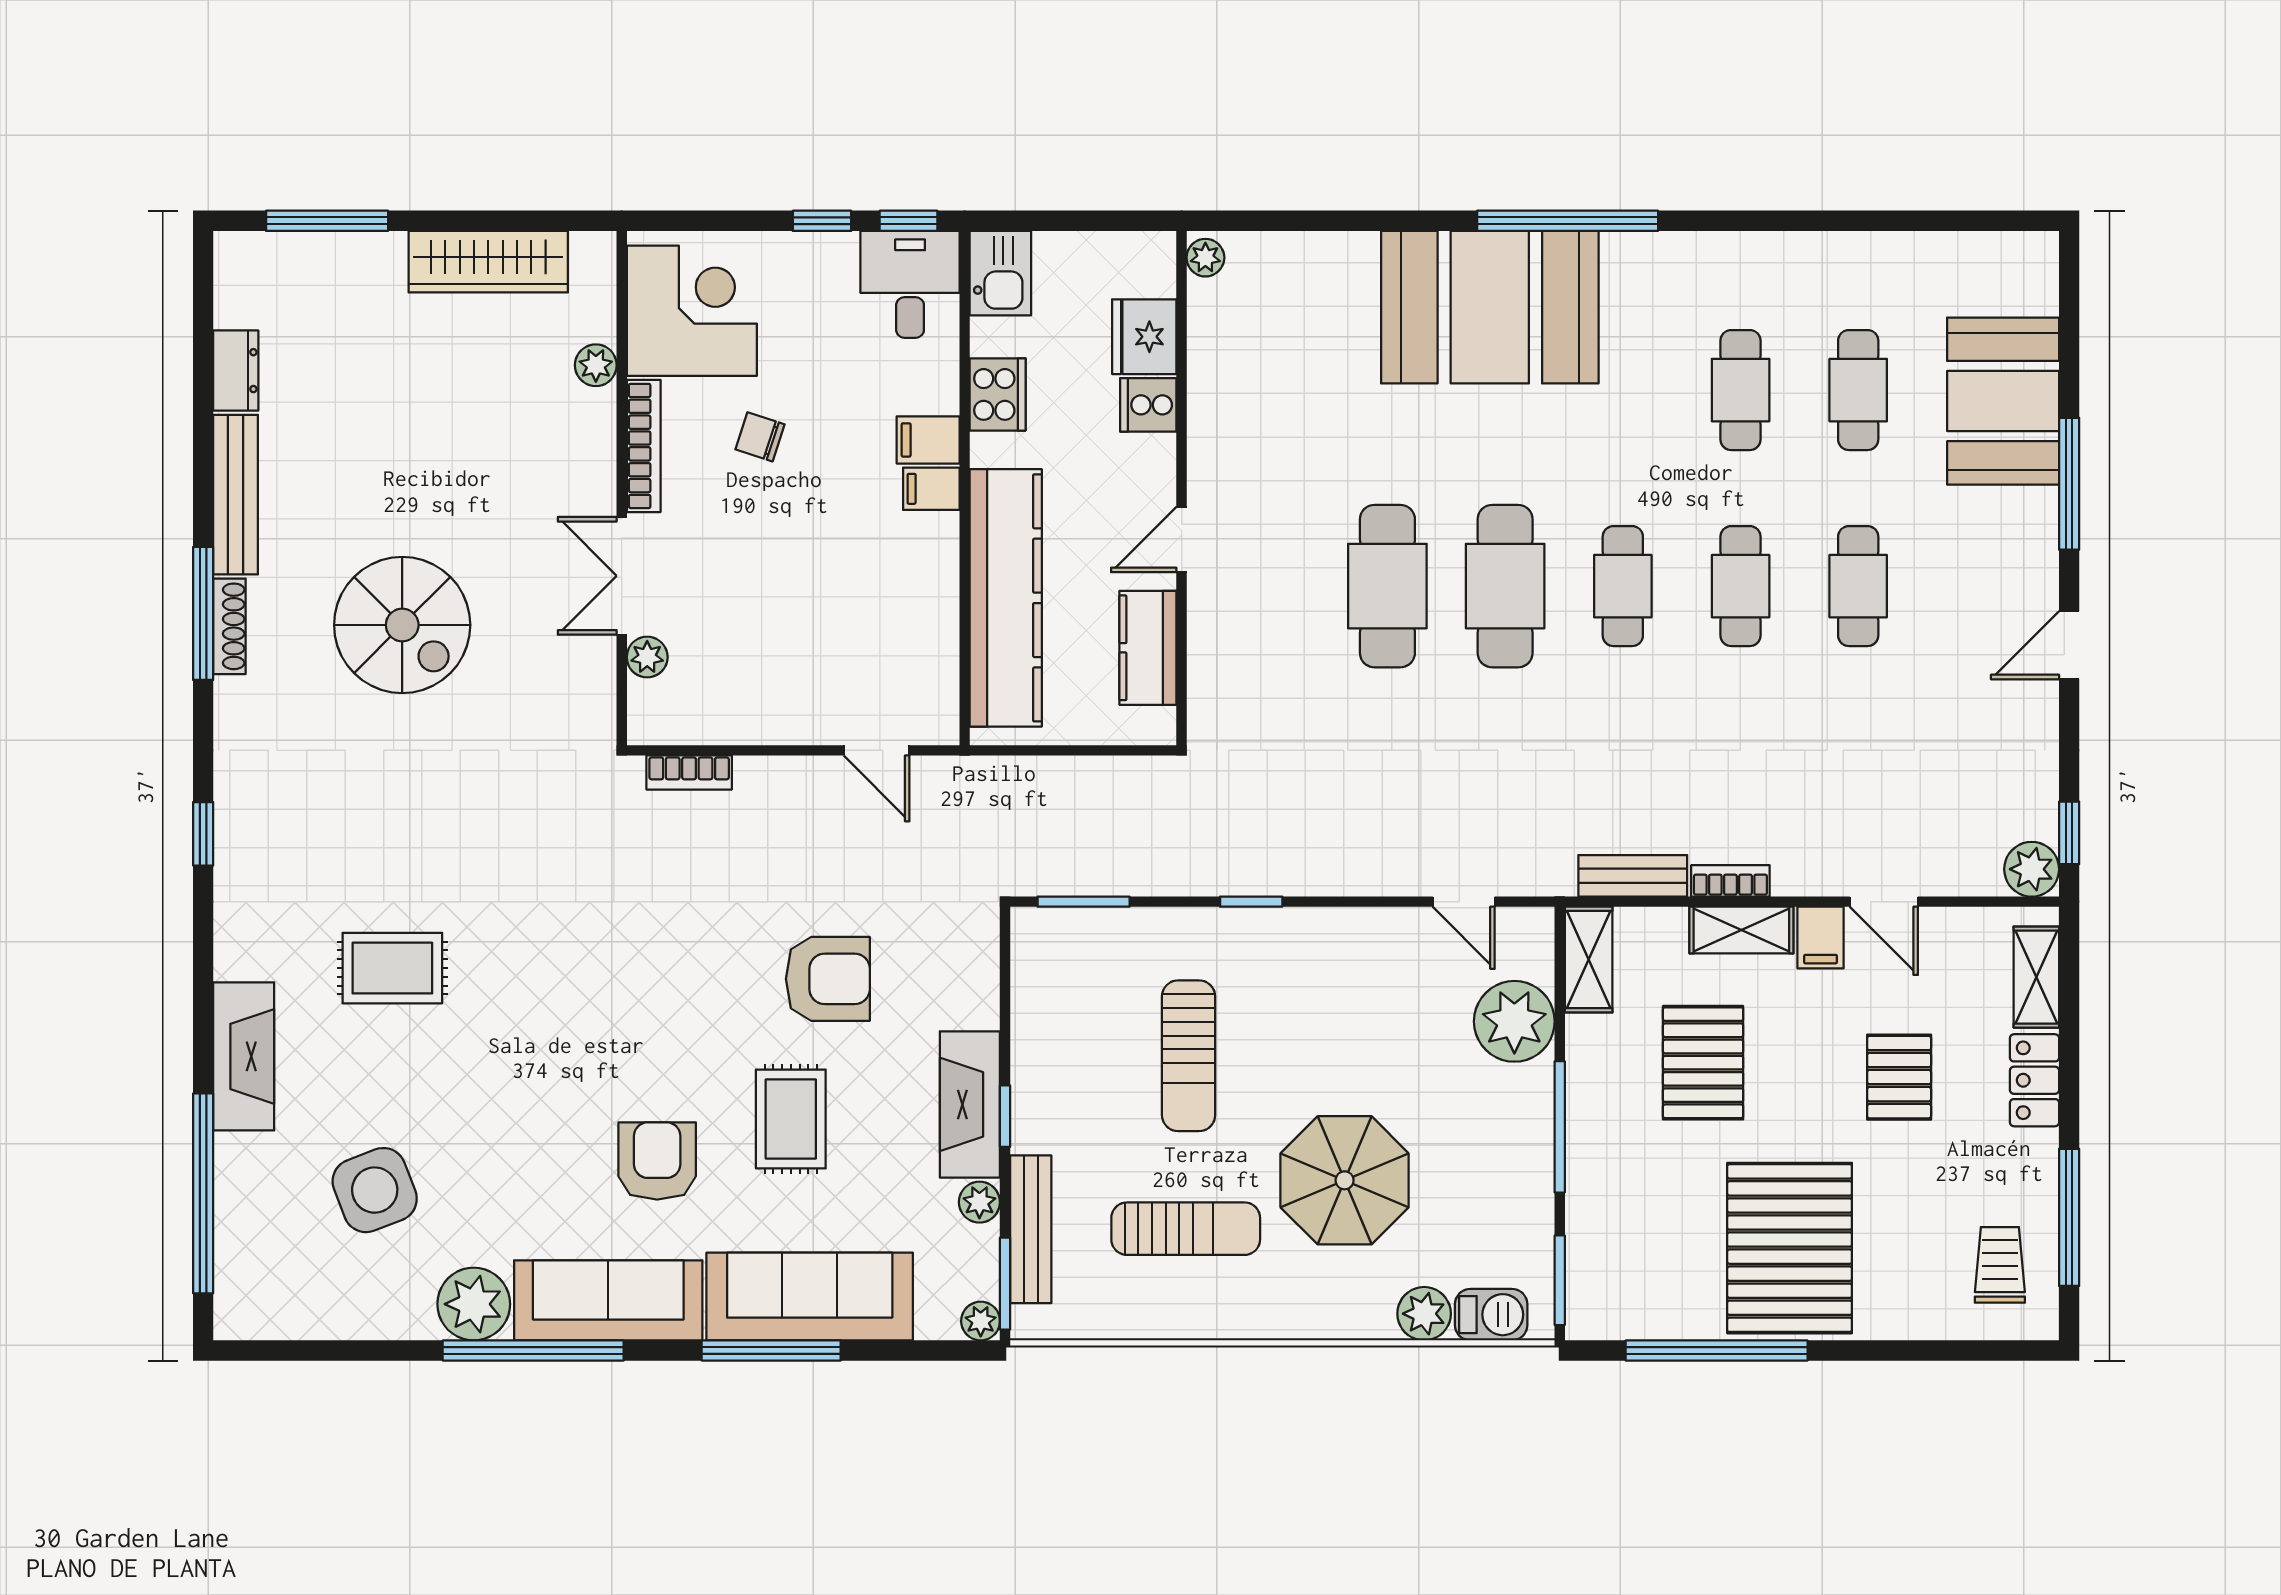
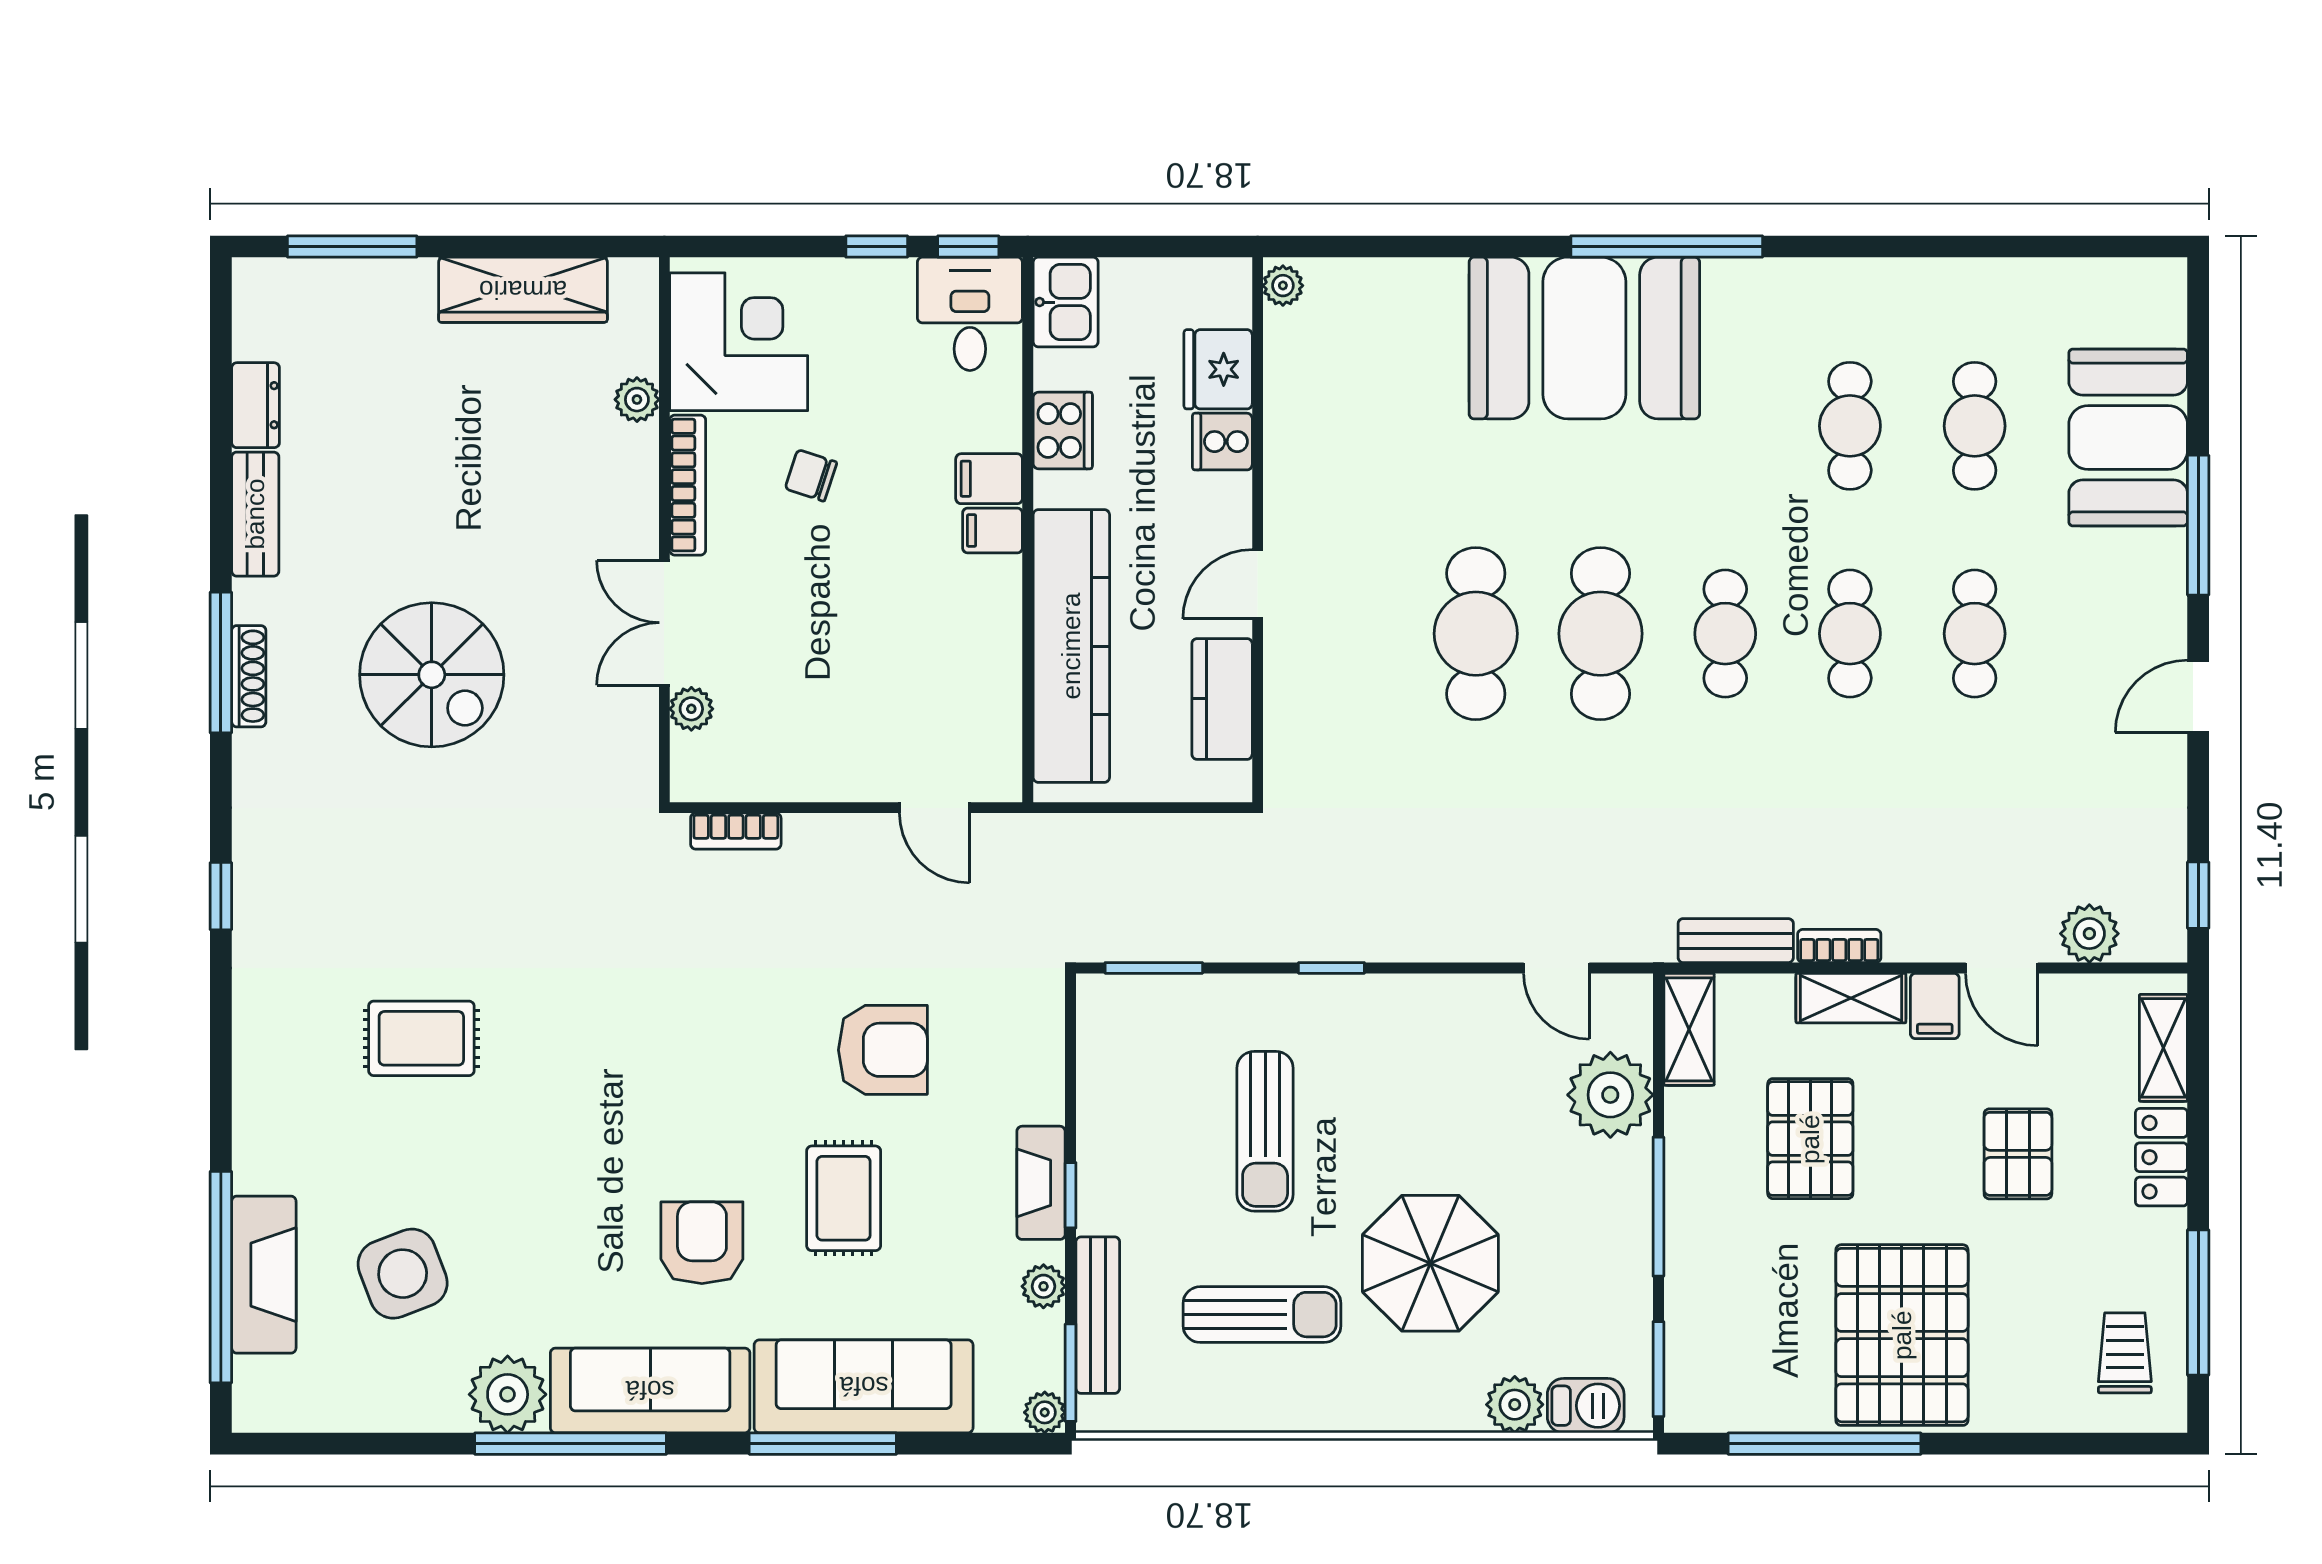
bench: (236, 495) -> (255, 514), width x0.73
plant: (2032, 869) -> (2089, 934), moved
fireplace: (244, 1056) -> (264, 1275), moved
fireplace: (970, 1104) -> (1041, 1183), width x0.73, depth x0.76

